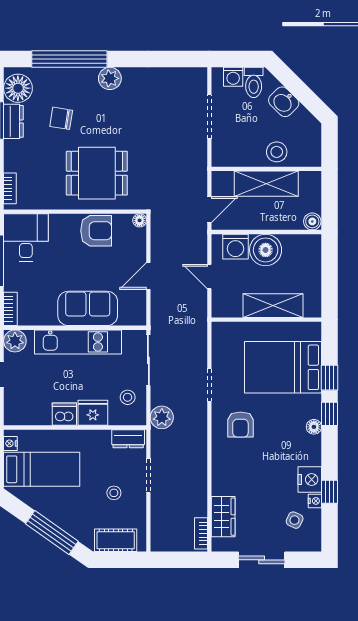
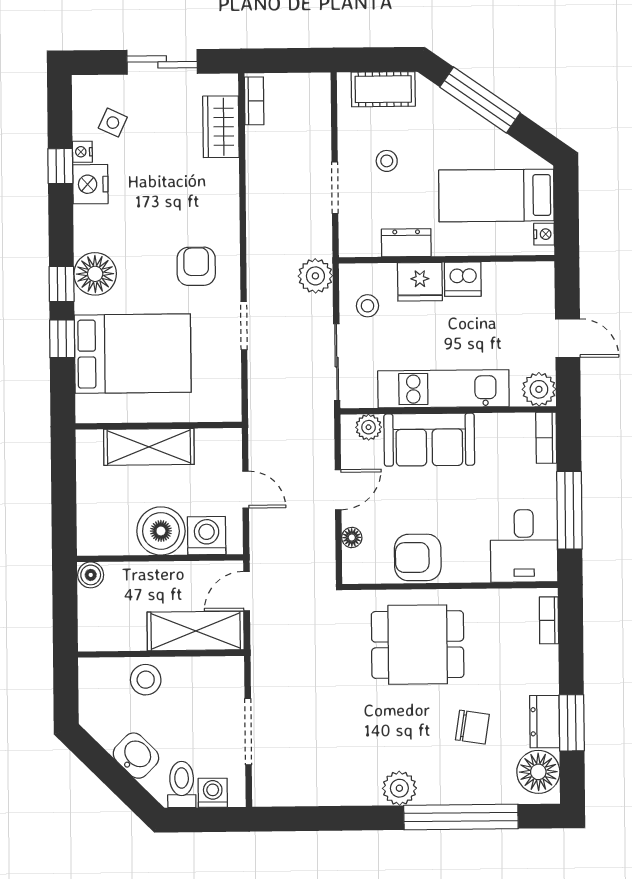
shelving: (266, 184) -> (196, 631), moved
floor lamp: (140, 220) -> (352, 538), moved
plant: (128, 317) -> (369, 427), added
floor lamp: (314, 427) -> (95, 274), width x1.89, depth x1.89
dresser: (128, 439) -> (406, 243), moved

